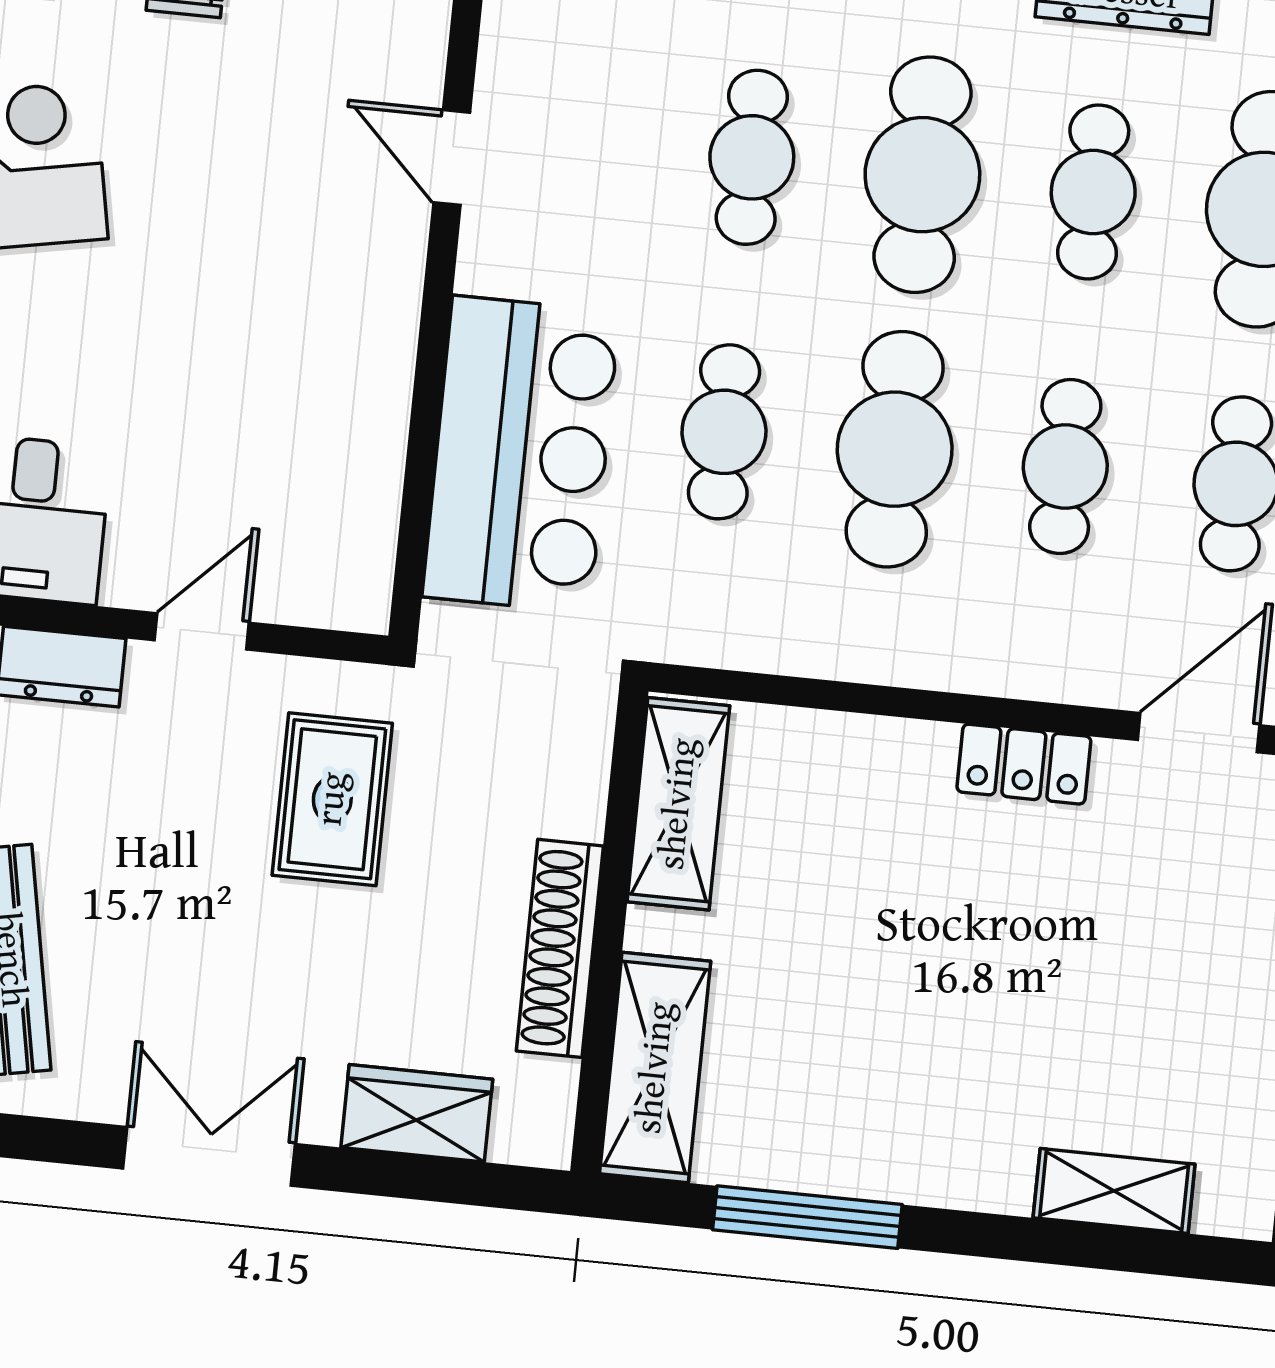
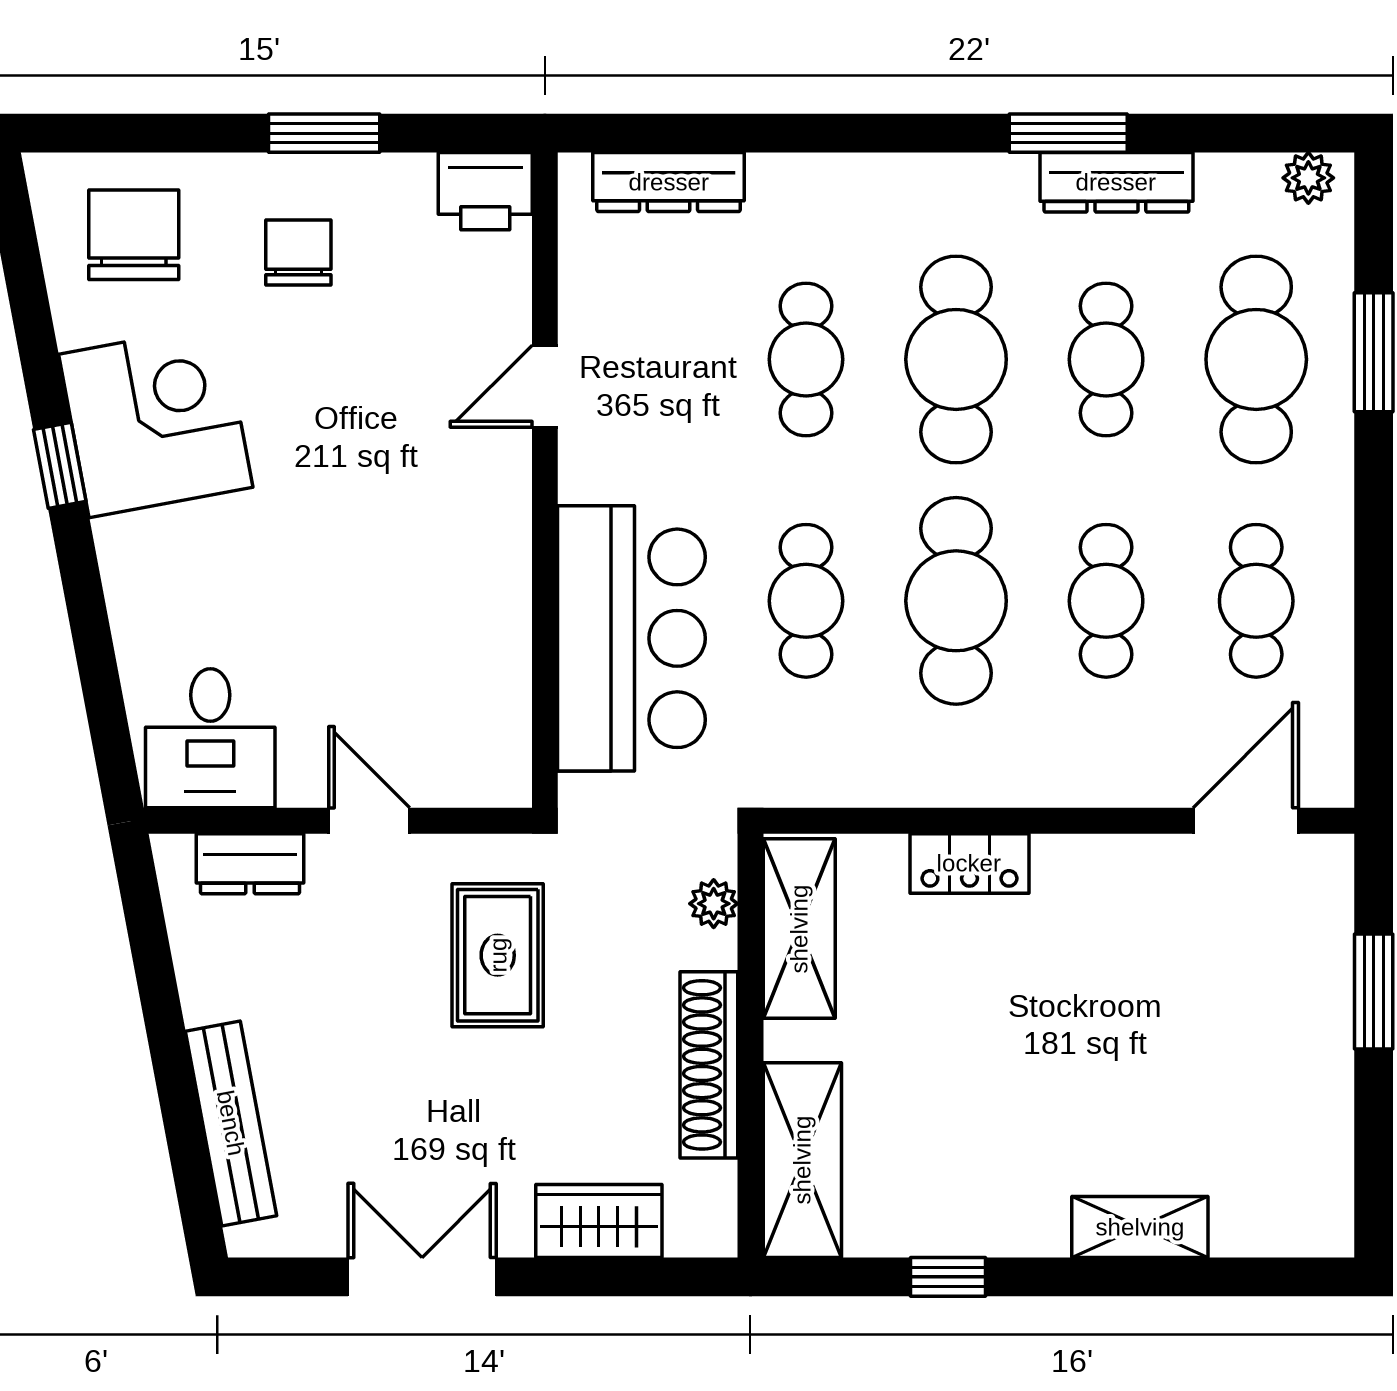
door: (452, 158) -> (545, 386), hinge flipped
door: (202, 631) -> (369, 821), hinge flipped
locker: (1024, 764) -> (969, 863), moved
plant: (584, 766) -> (714, 904), added
shelving: (1114, 1191) -> (1140, 1227), moved
window: (807, 1217) -> (948, 1277), width x0.46

